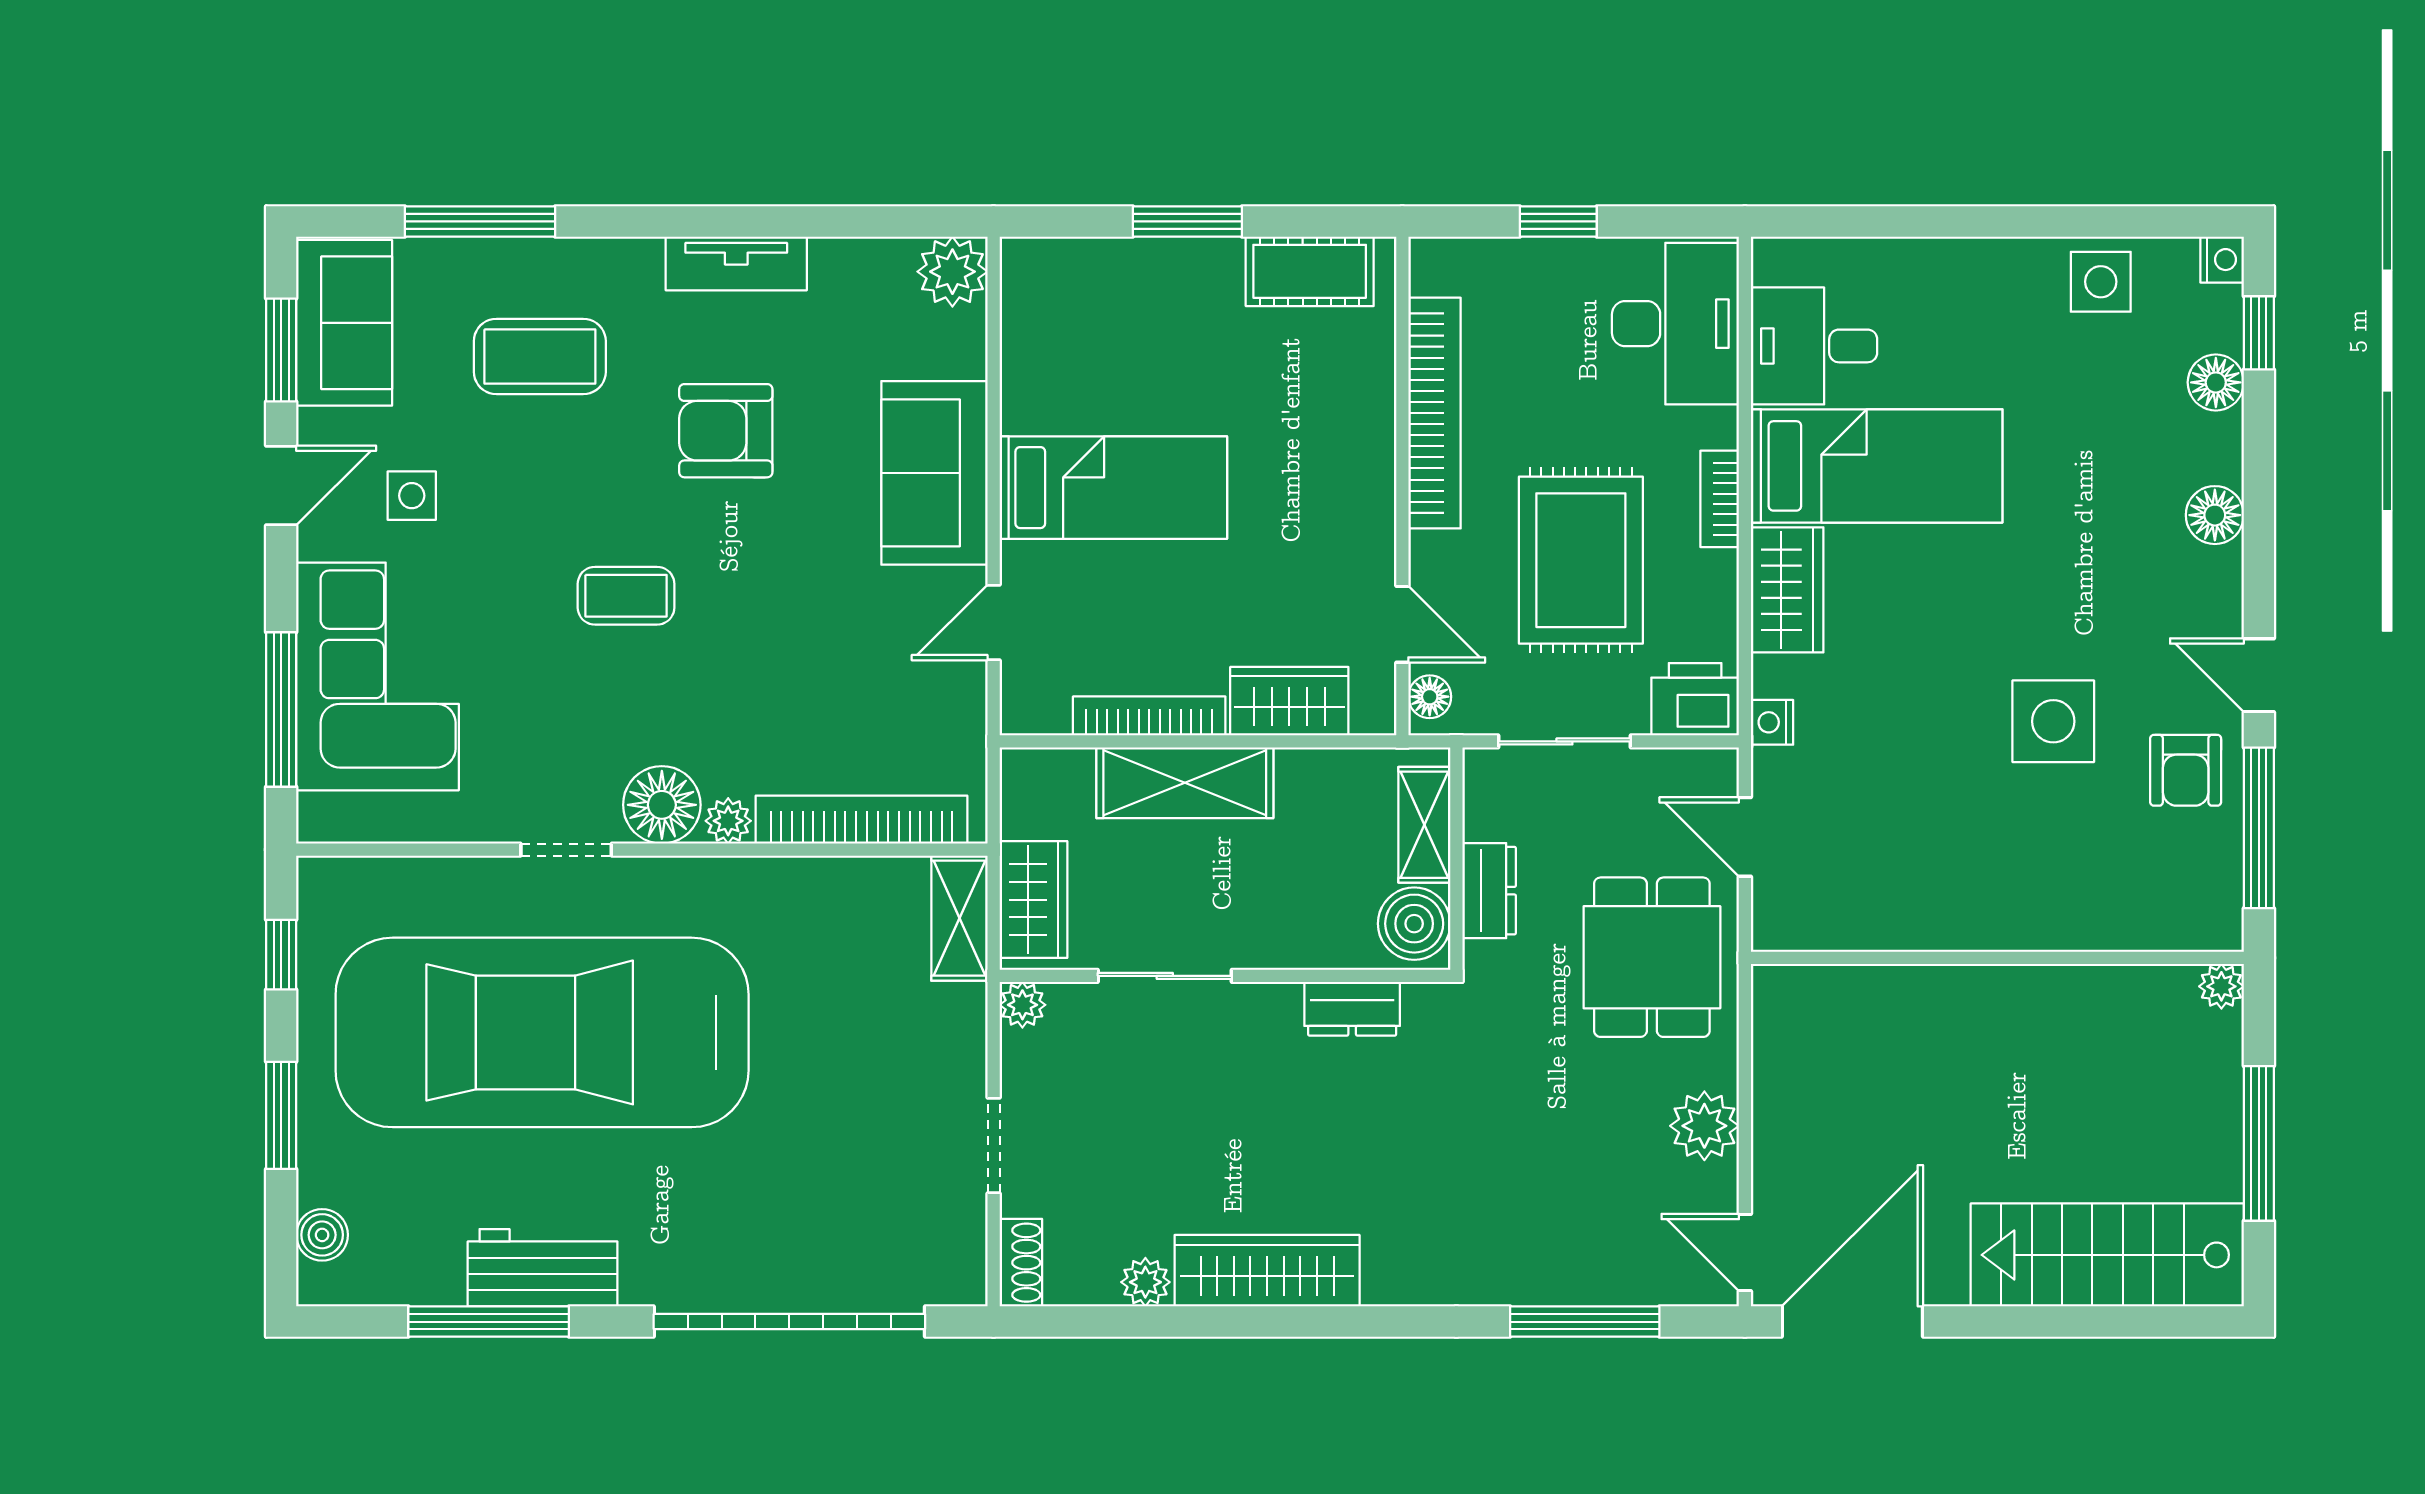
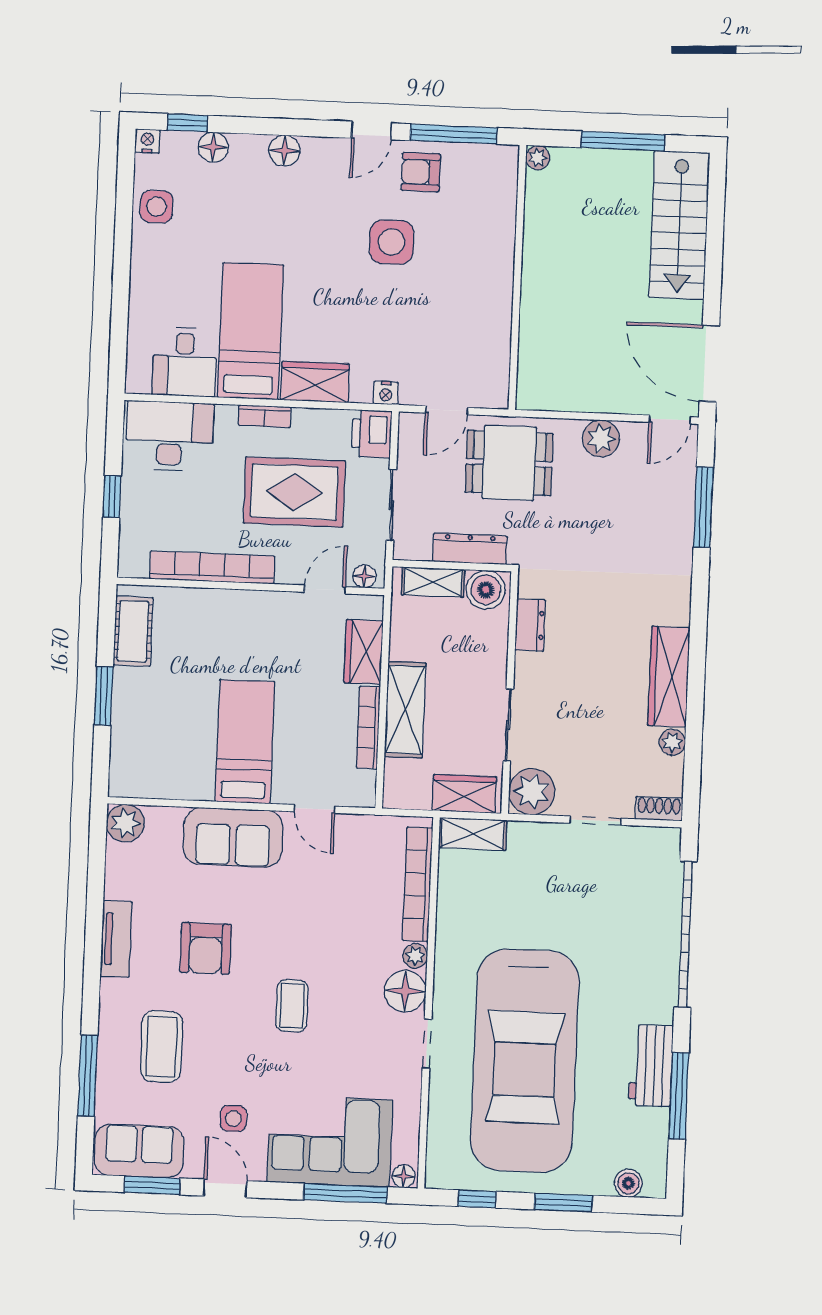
armchair: (2186, 770) -> (421, 172), turned 180
floor lamp: (318, 817) -> (404, 1176), added
dresser: (1489, 891) -> (470, 549), width x1.44
plant: (1022, 1005) -> (532, 792), width x1.88, depth x1.88

